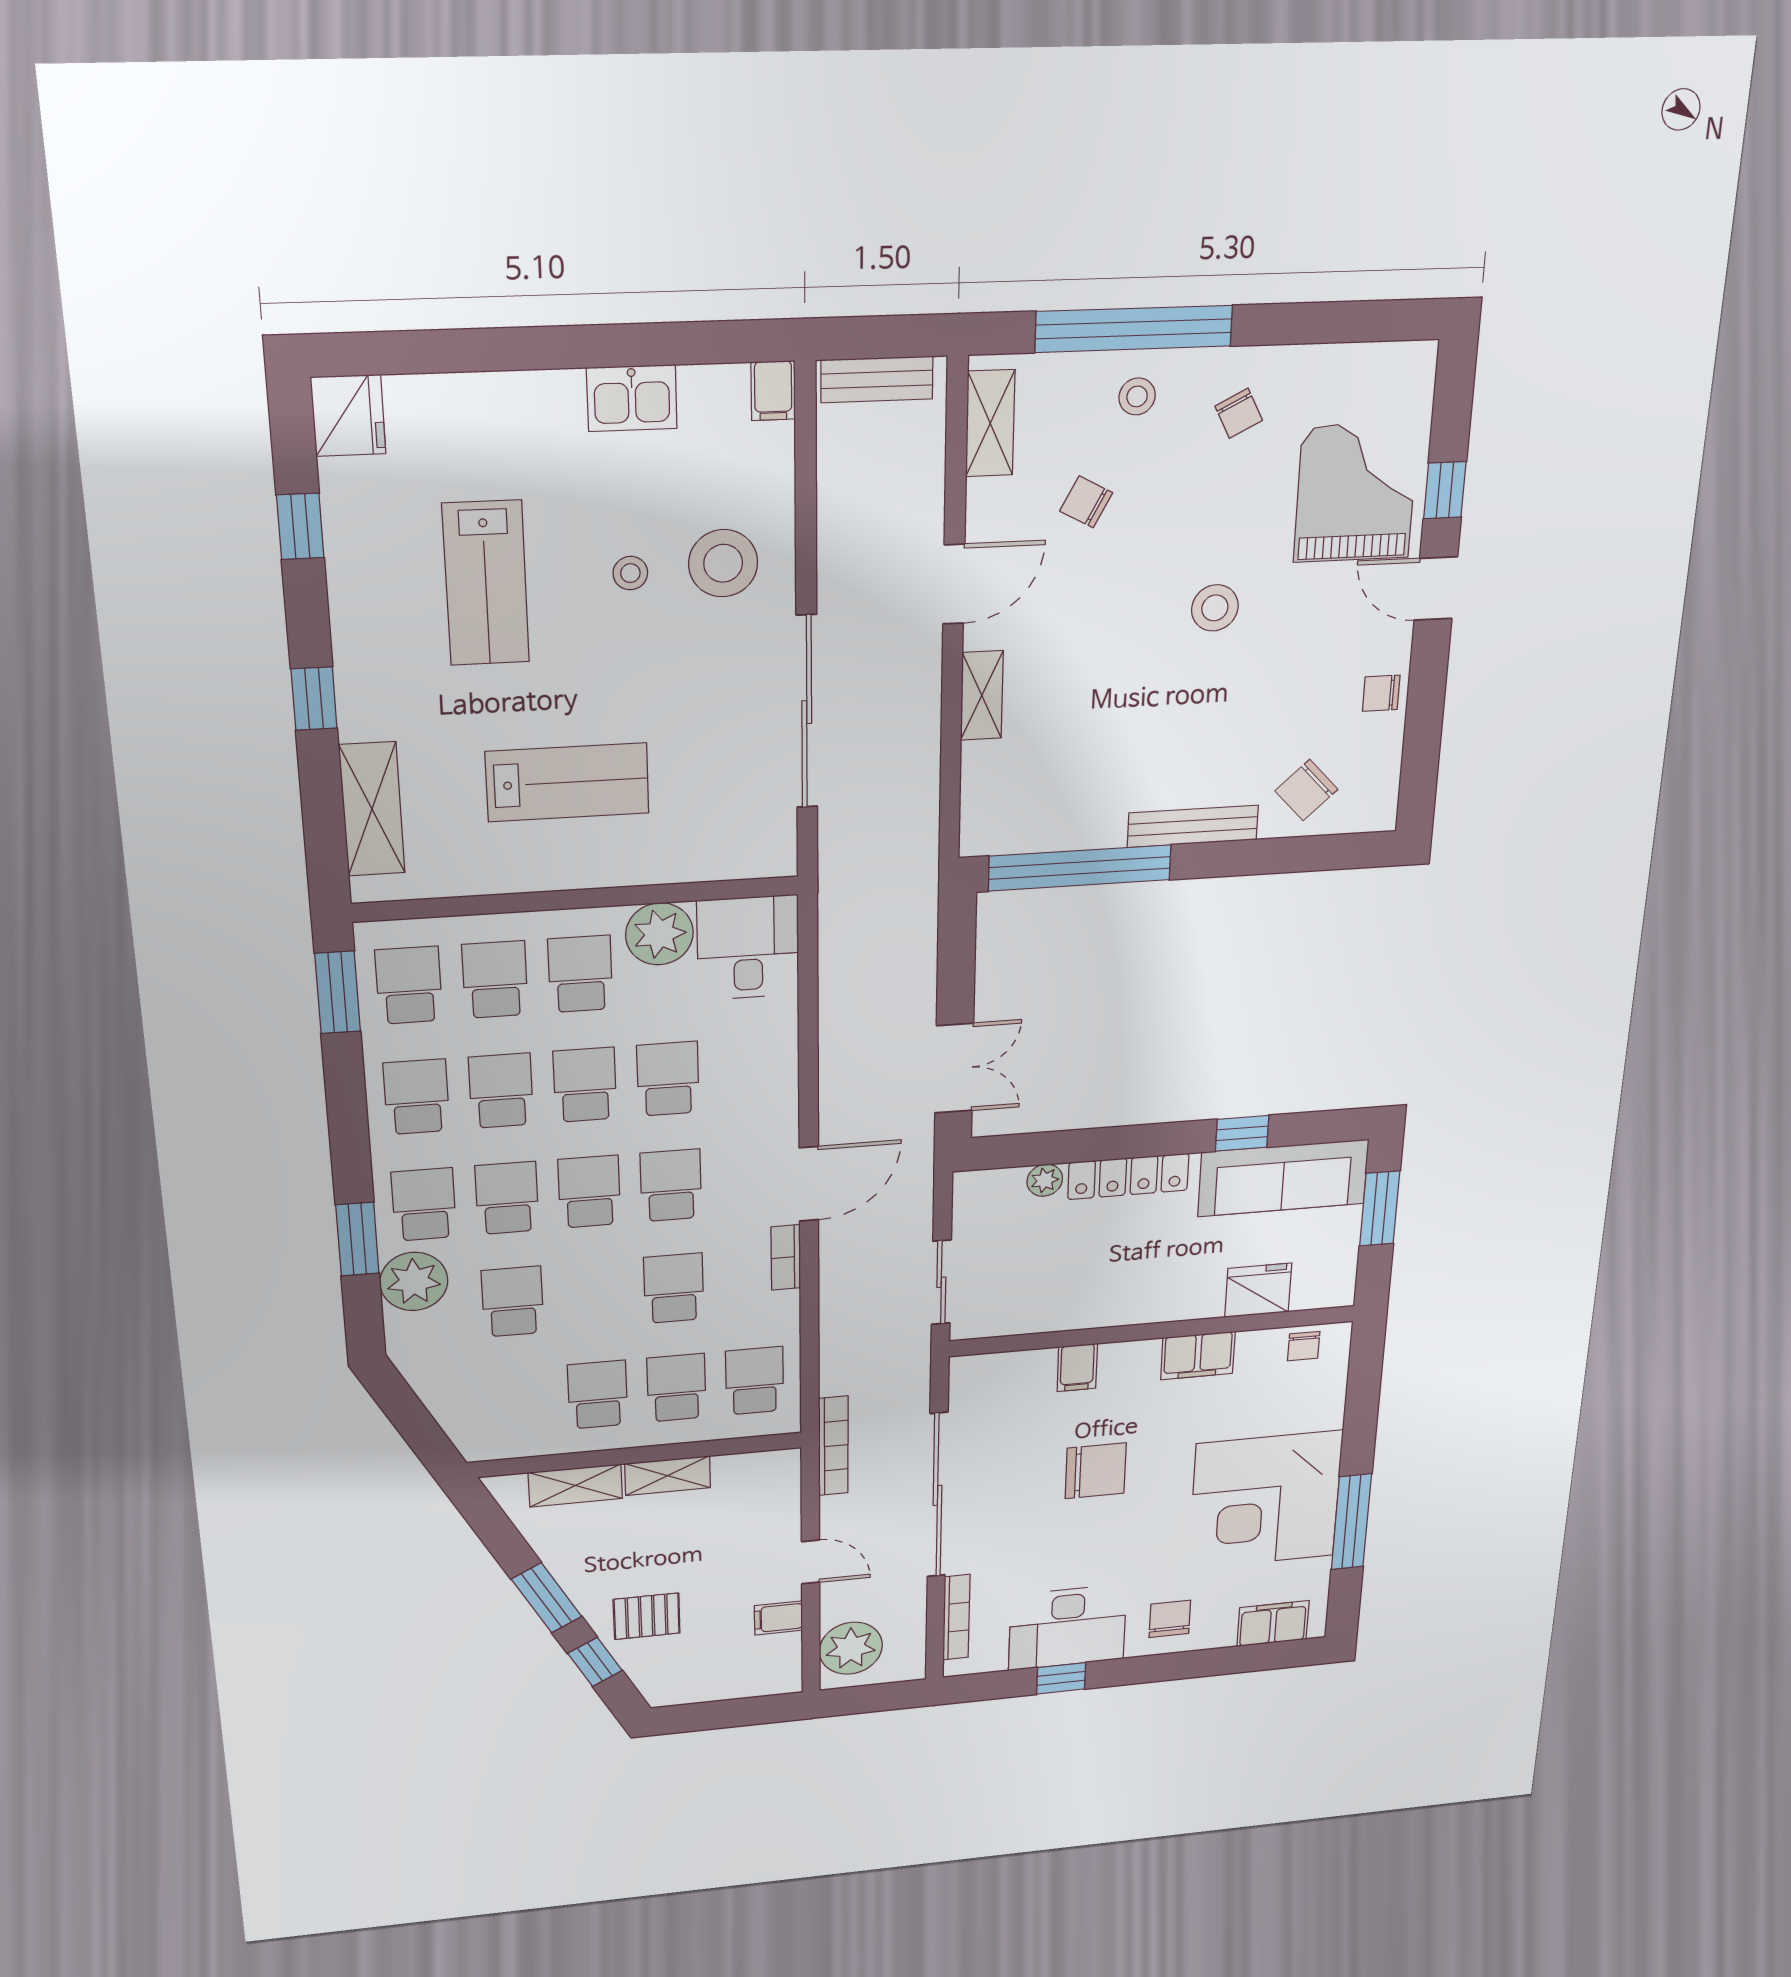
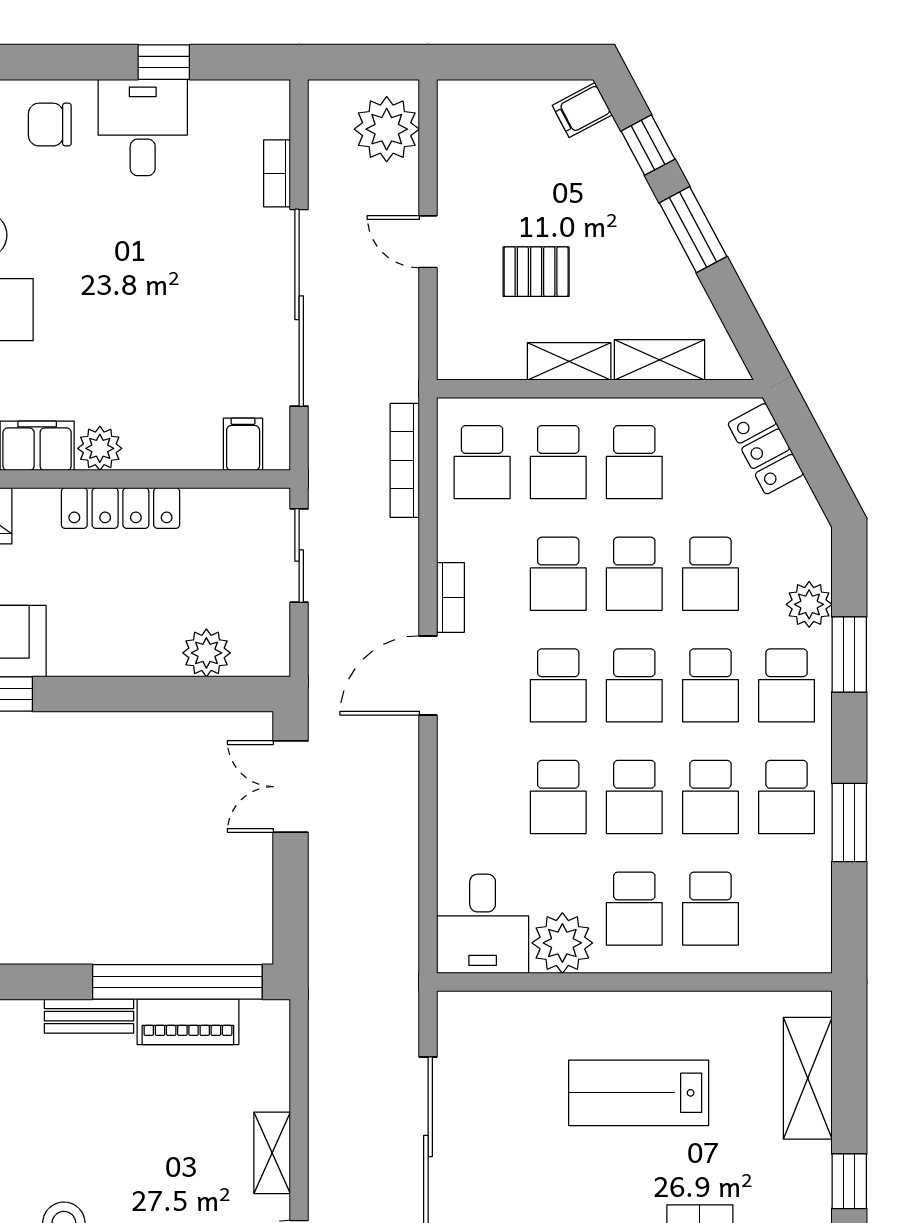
bench: (1193, 826) -> (89, 1016), width x0.73
piano: (1070, 828) -> (188, 1022), added
school desk: (409, 985) -> (634, 574), moved
window: (338, 992) -> (849, 823), moved
locker: (1128, 1176) -> (120, 508), moved, turned 180
plant: (1045, 1180) -> (206, 653), width x1.38, depth x1.38
plant: (414, 1281) -> (809, 604), width x0.73, depth x0.73
plant: (1137, 1359) -> (100, 448), added
filing cabinet: (1077, 1368) -> (243, 444), moved
locker: (461, 1419) -> (766, 449), added
bookcase: (833, 1446) -> (405, 460), moved
chair: (1096, 1471) -> (137, 319), removed
pallet: (647, 1616) -> (536, 272), moved
bookcase: (956, 1617) -> (277, 173), width x0.64
filing cabinet: (779, 1618) -> (582, 110), moved, turned 152
chair: (1170, 1619) -> (50, 125), turned 90
desk: (1067, 1627) -> (143, 128), width x0.73

